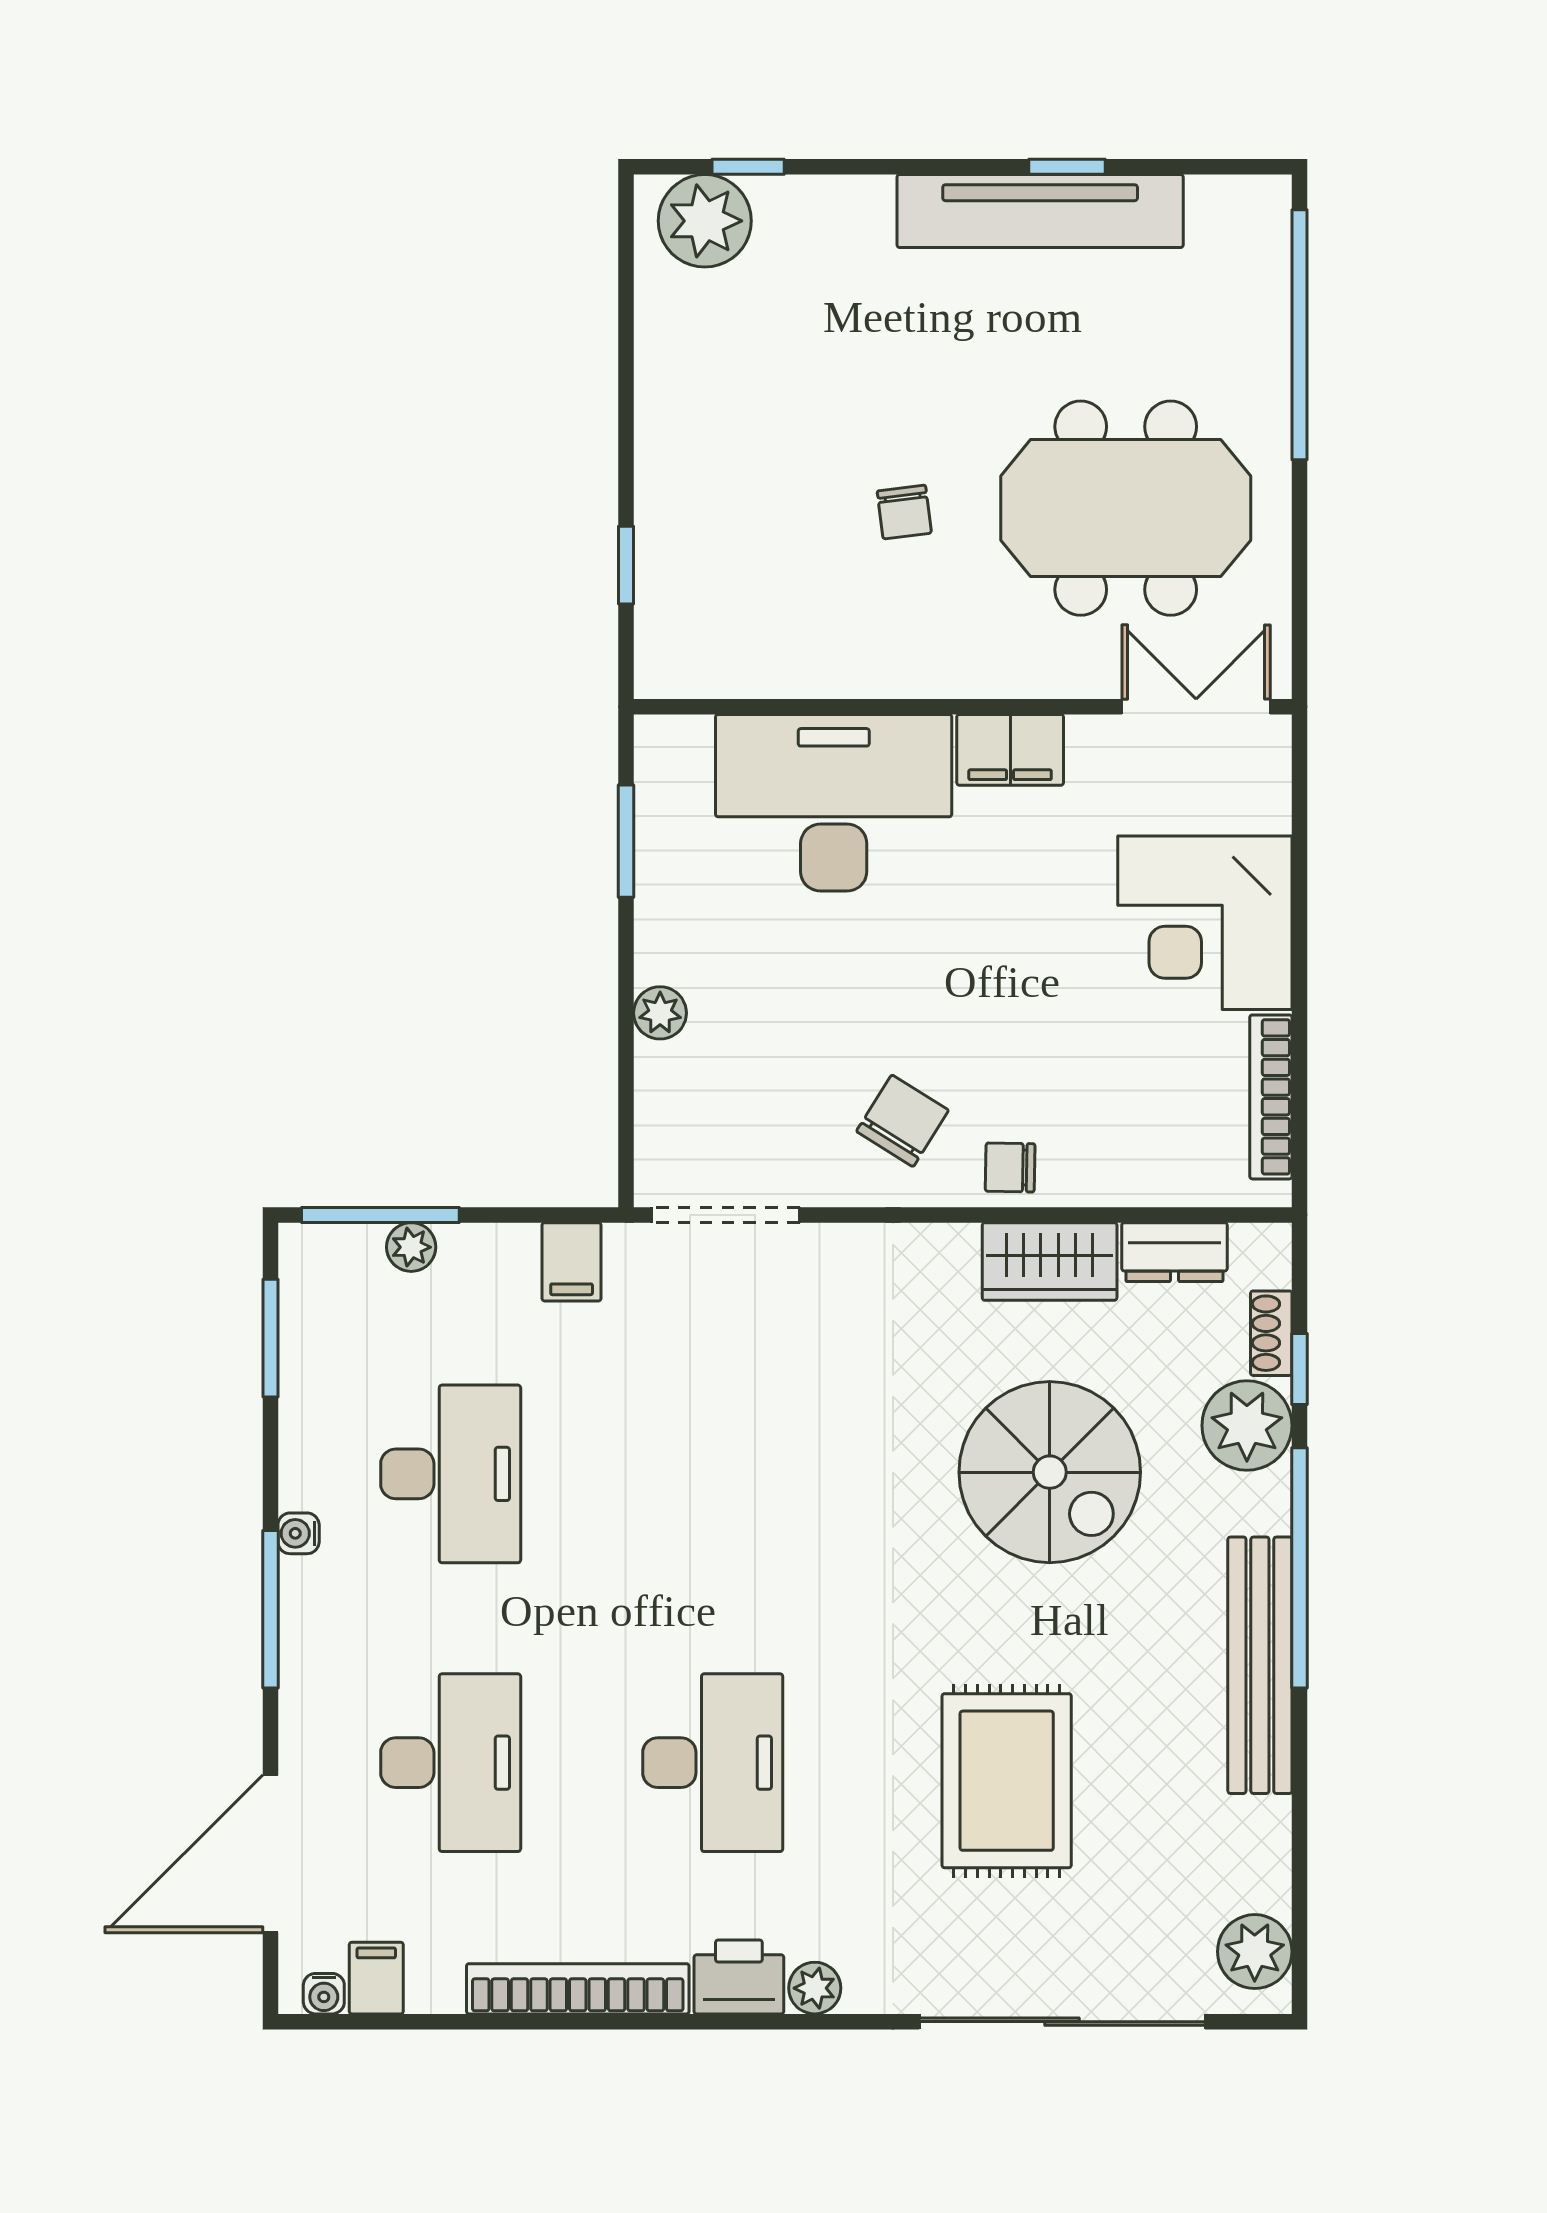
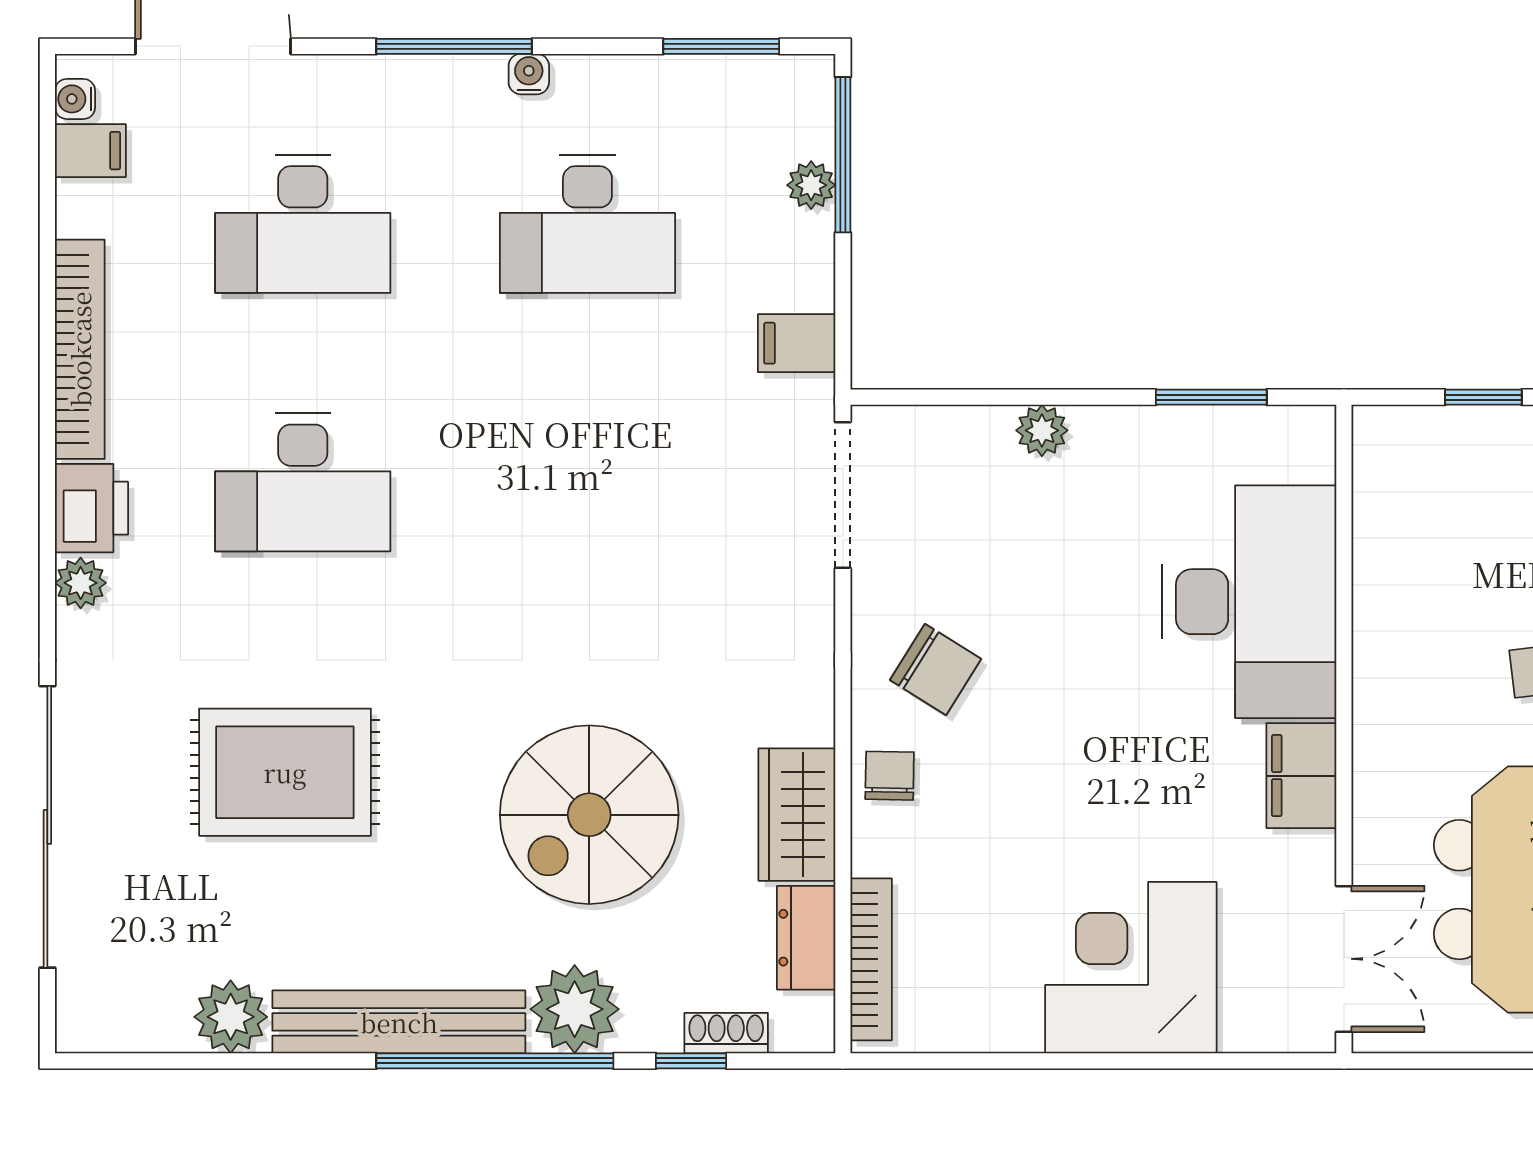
bookcase: (1271, 1097) -> (871, 959), moved, turned 90
plant: (1247, 1426) -> (575, 1009), moved
plant: (1255, 1952) -> (231, 1017), moved

